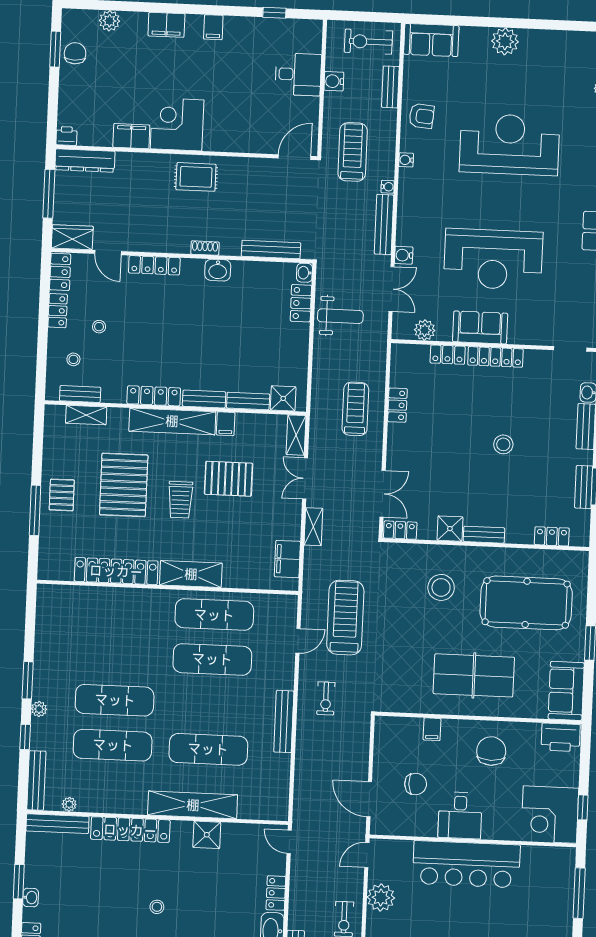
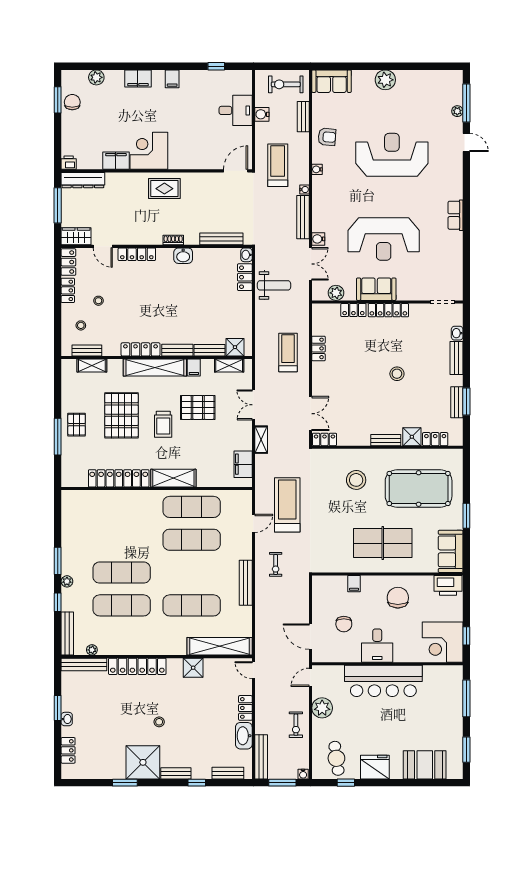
shelving: (296, 435) -> (229, 365), moved, turned 90
shower: (450, 529) -> (412, 437), moved
chair: (416, 784) -> (344, 624), turned 93
shelving: (193, 805) -> (220, 646), moved

